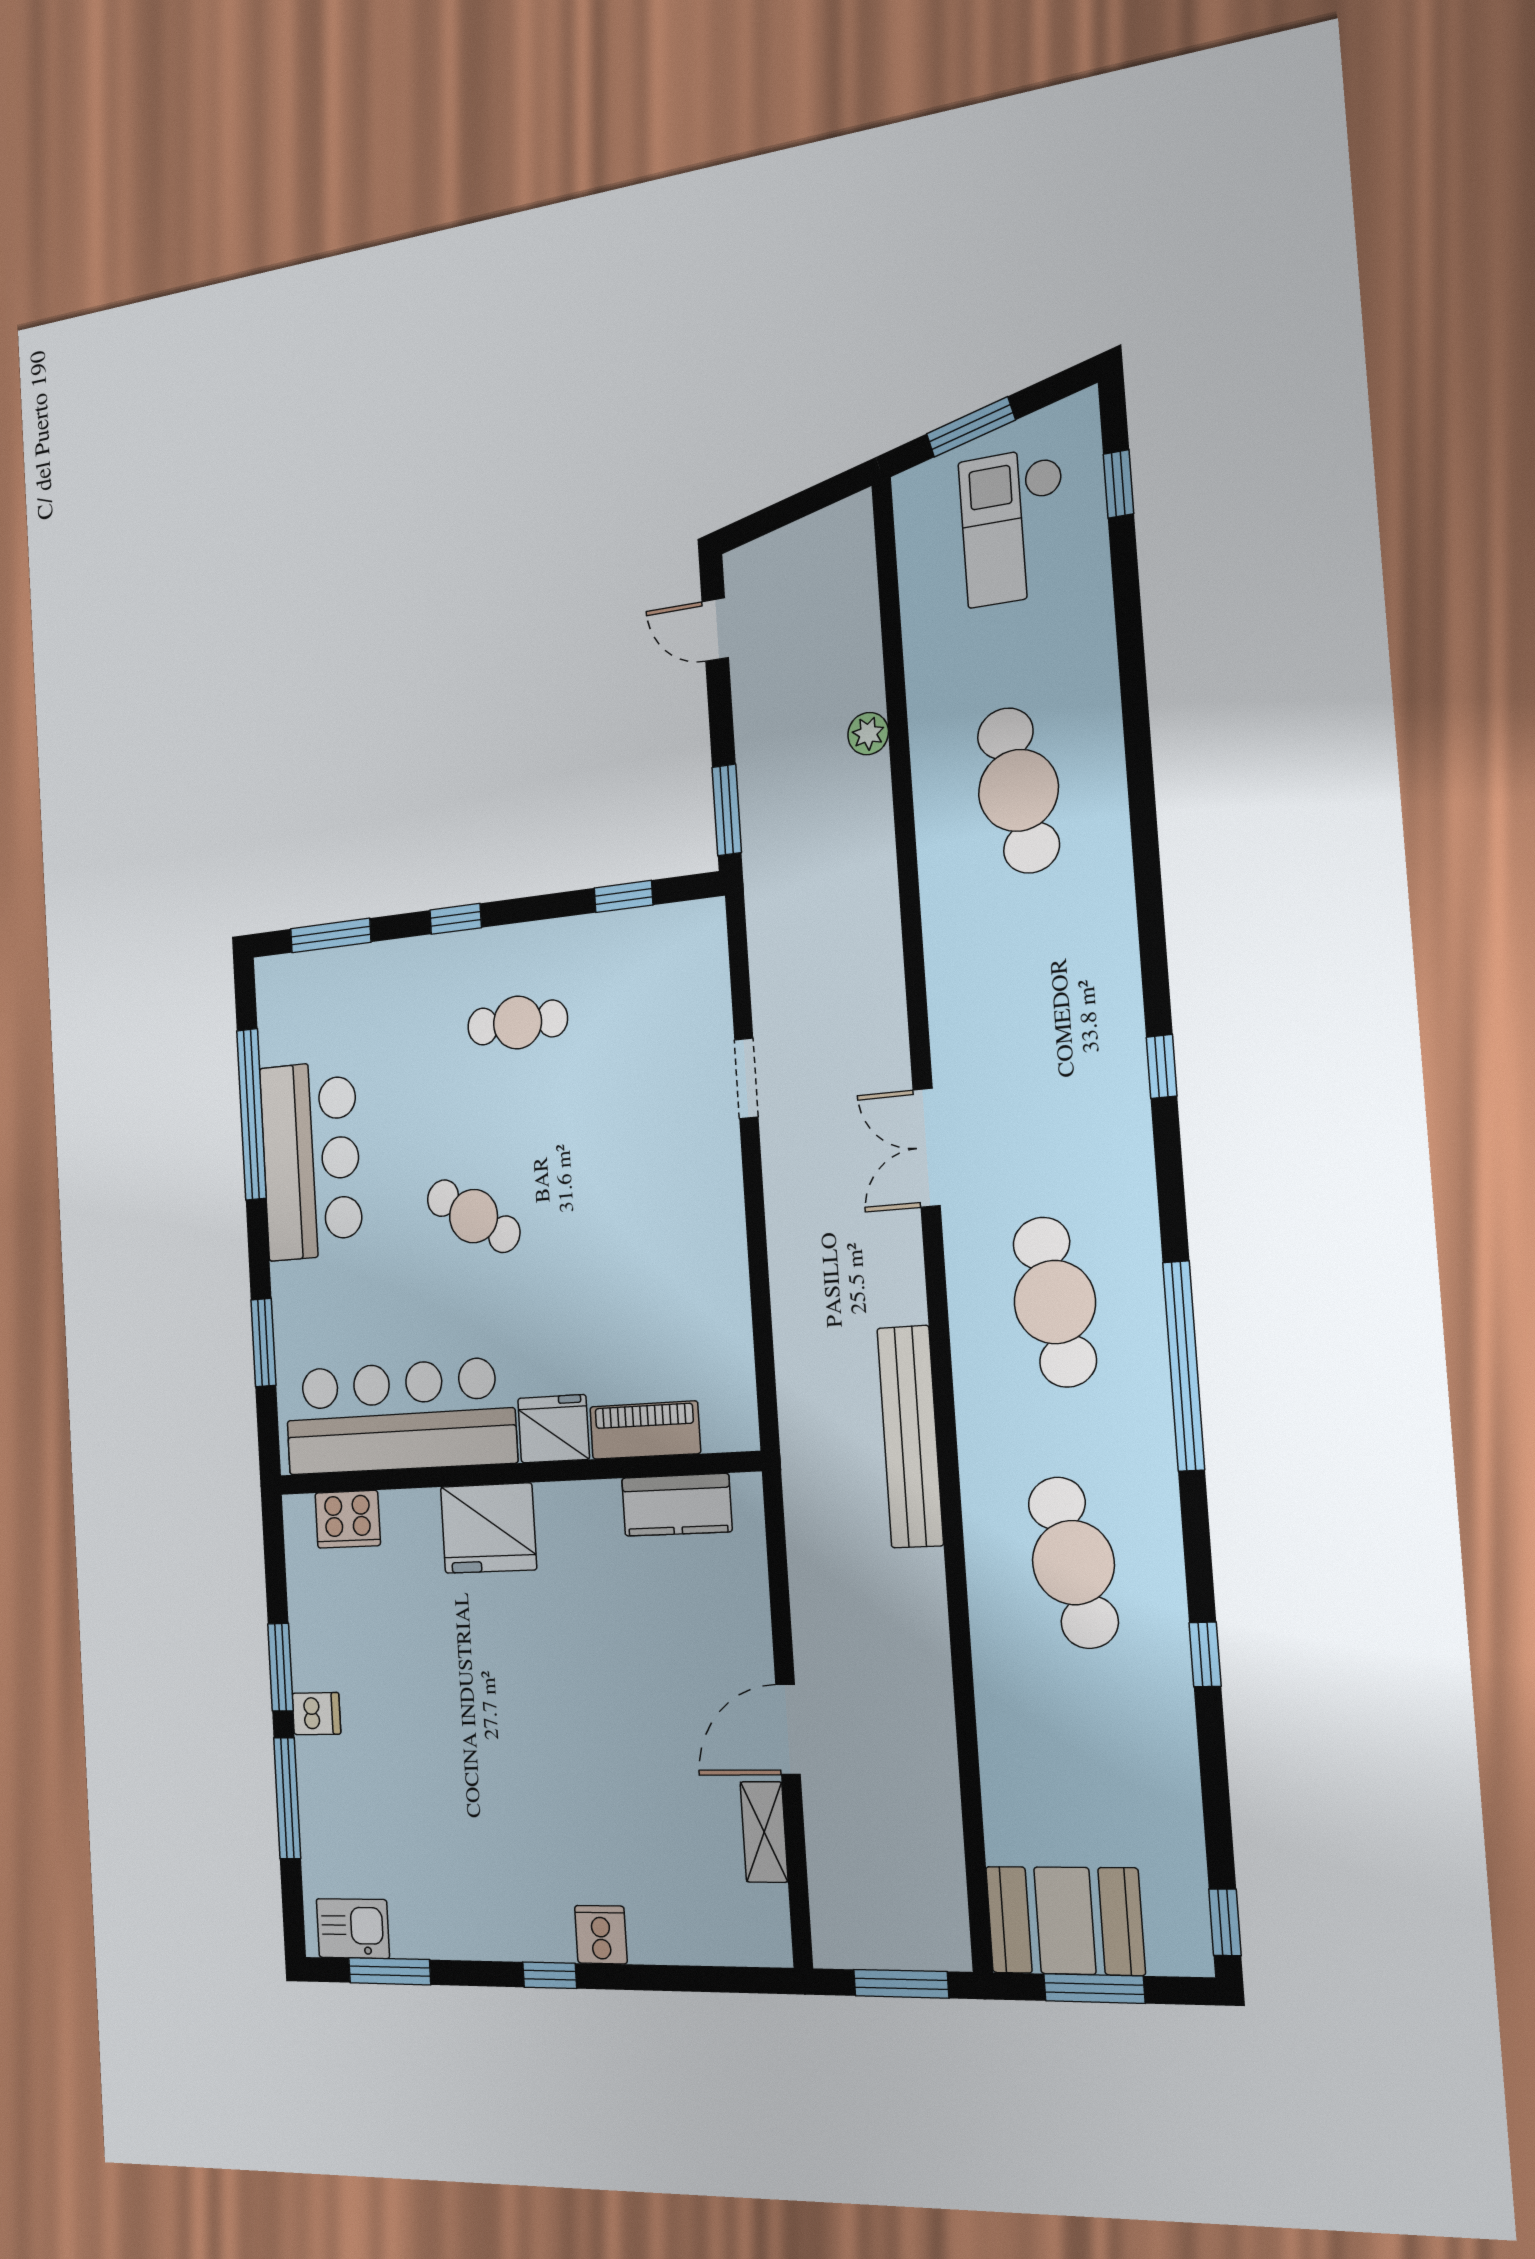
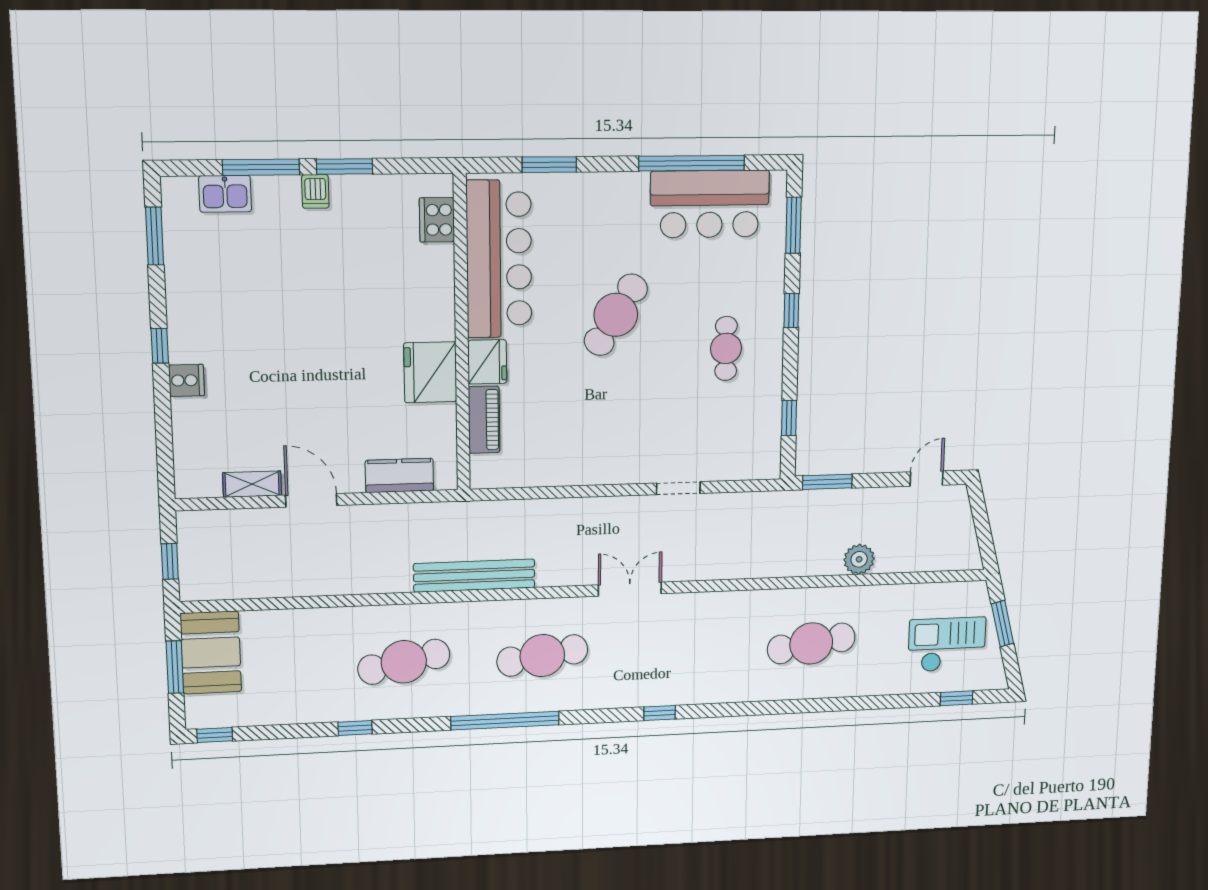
plant: (868, 734) -> (859, 559), width x1.38, depth x1.38
bar counter: (311, 1160) -> (710, 204), moved
cafe table: (474, 1216) -> (616, 315), width x1.37, depth x1.35
kitchen counter: (677, 1505) -> (399, 475), moved, turned 90
fridge: (488, 1528) -> (430, 372), moved
kitchen sink: (353, 1928) -> (225, 194), moved, turned 90
window: (901, 1984) -> (170, 561), width x0.67

